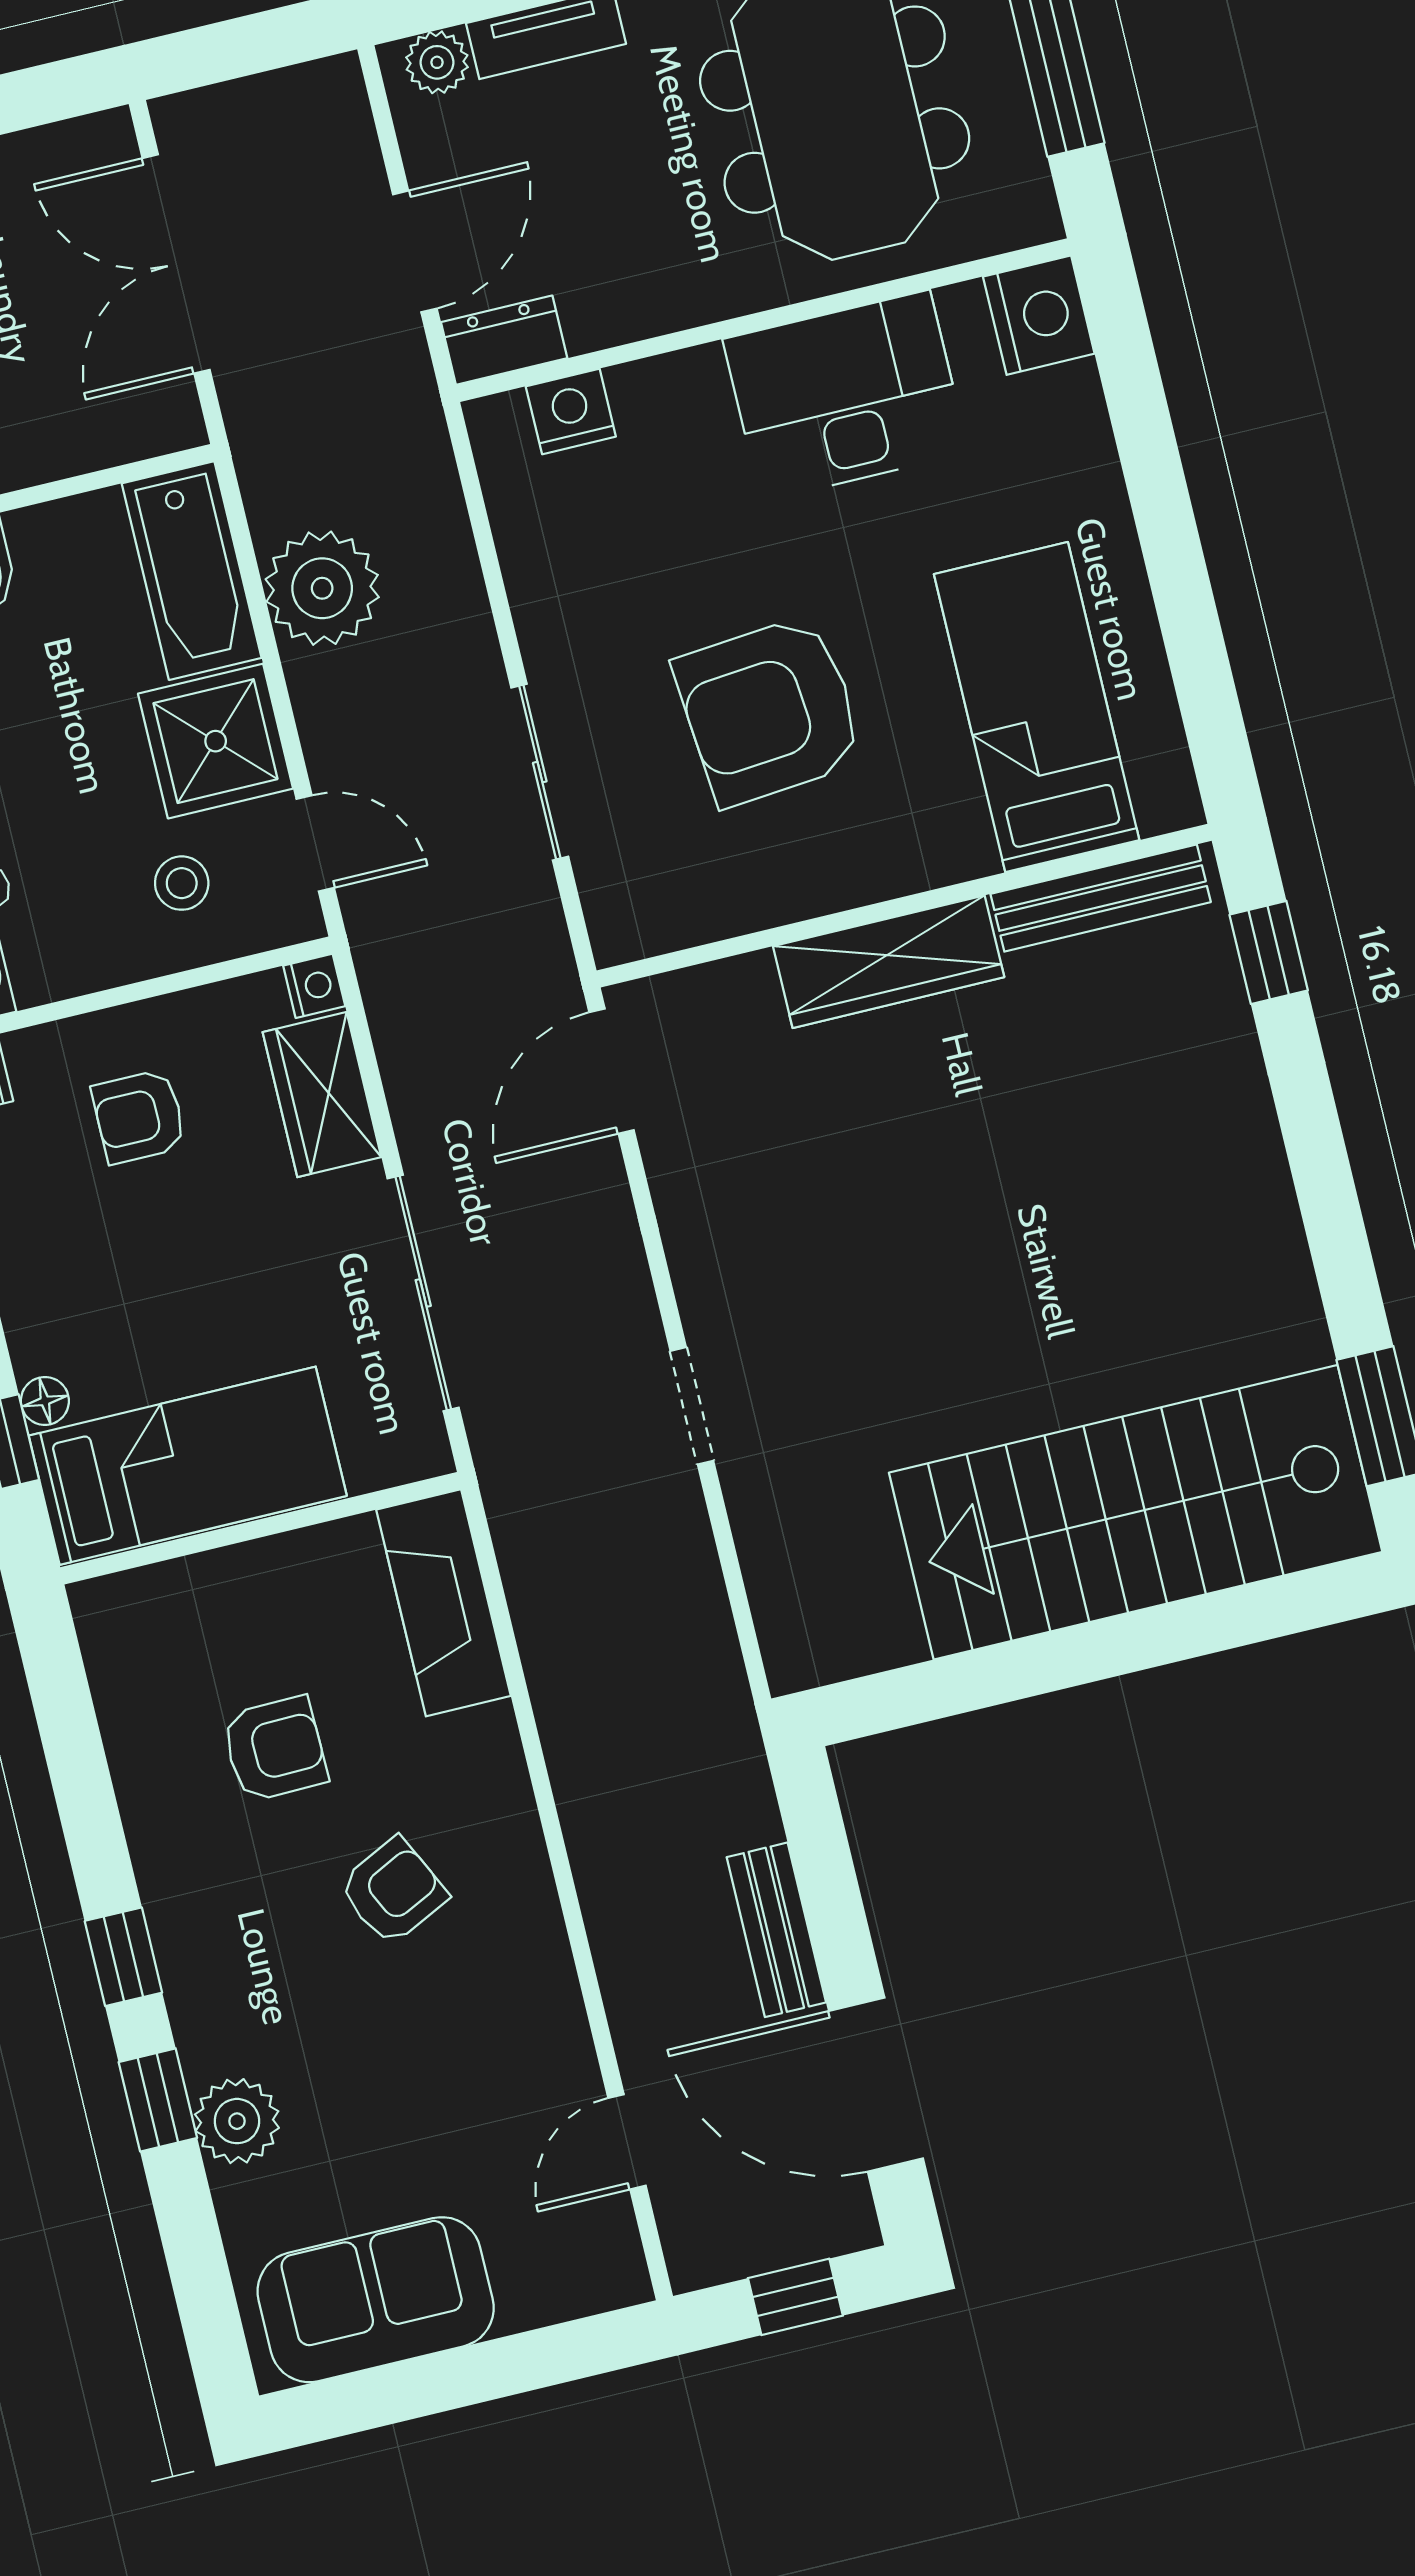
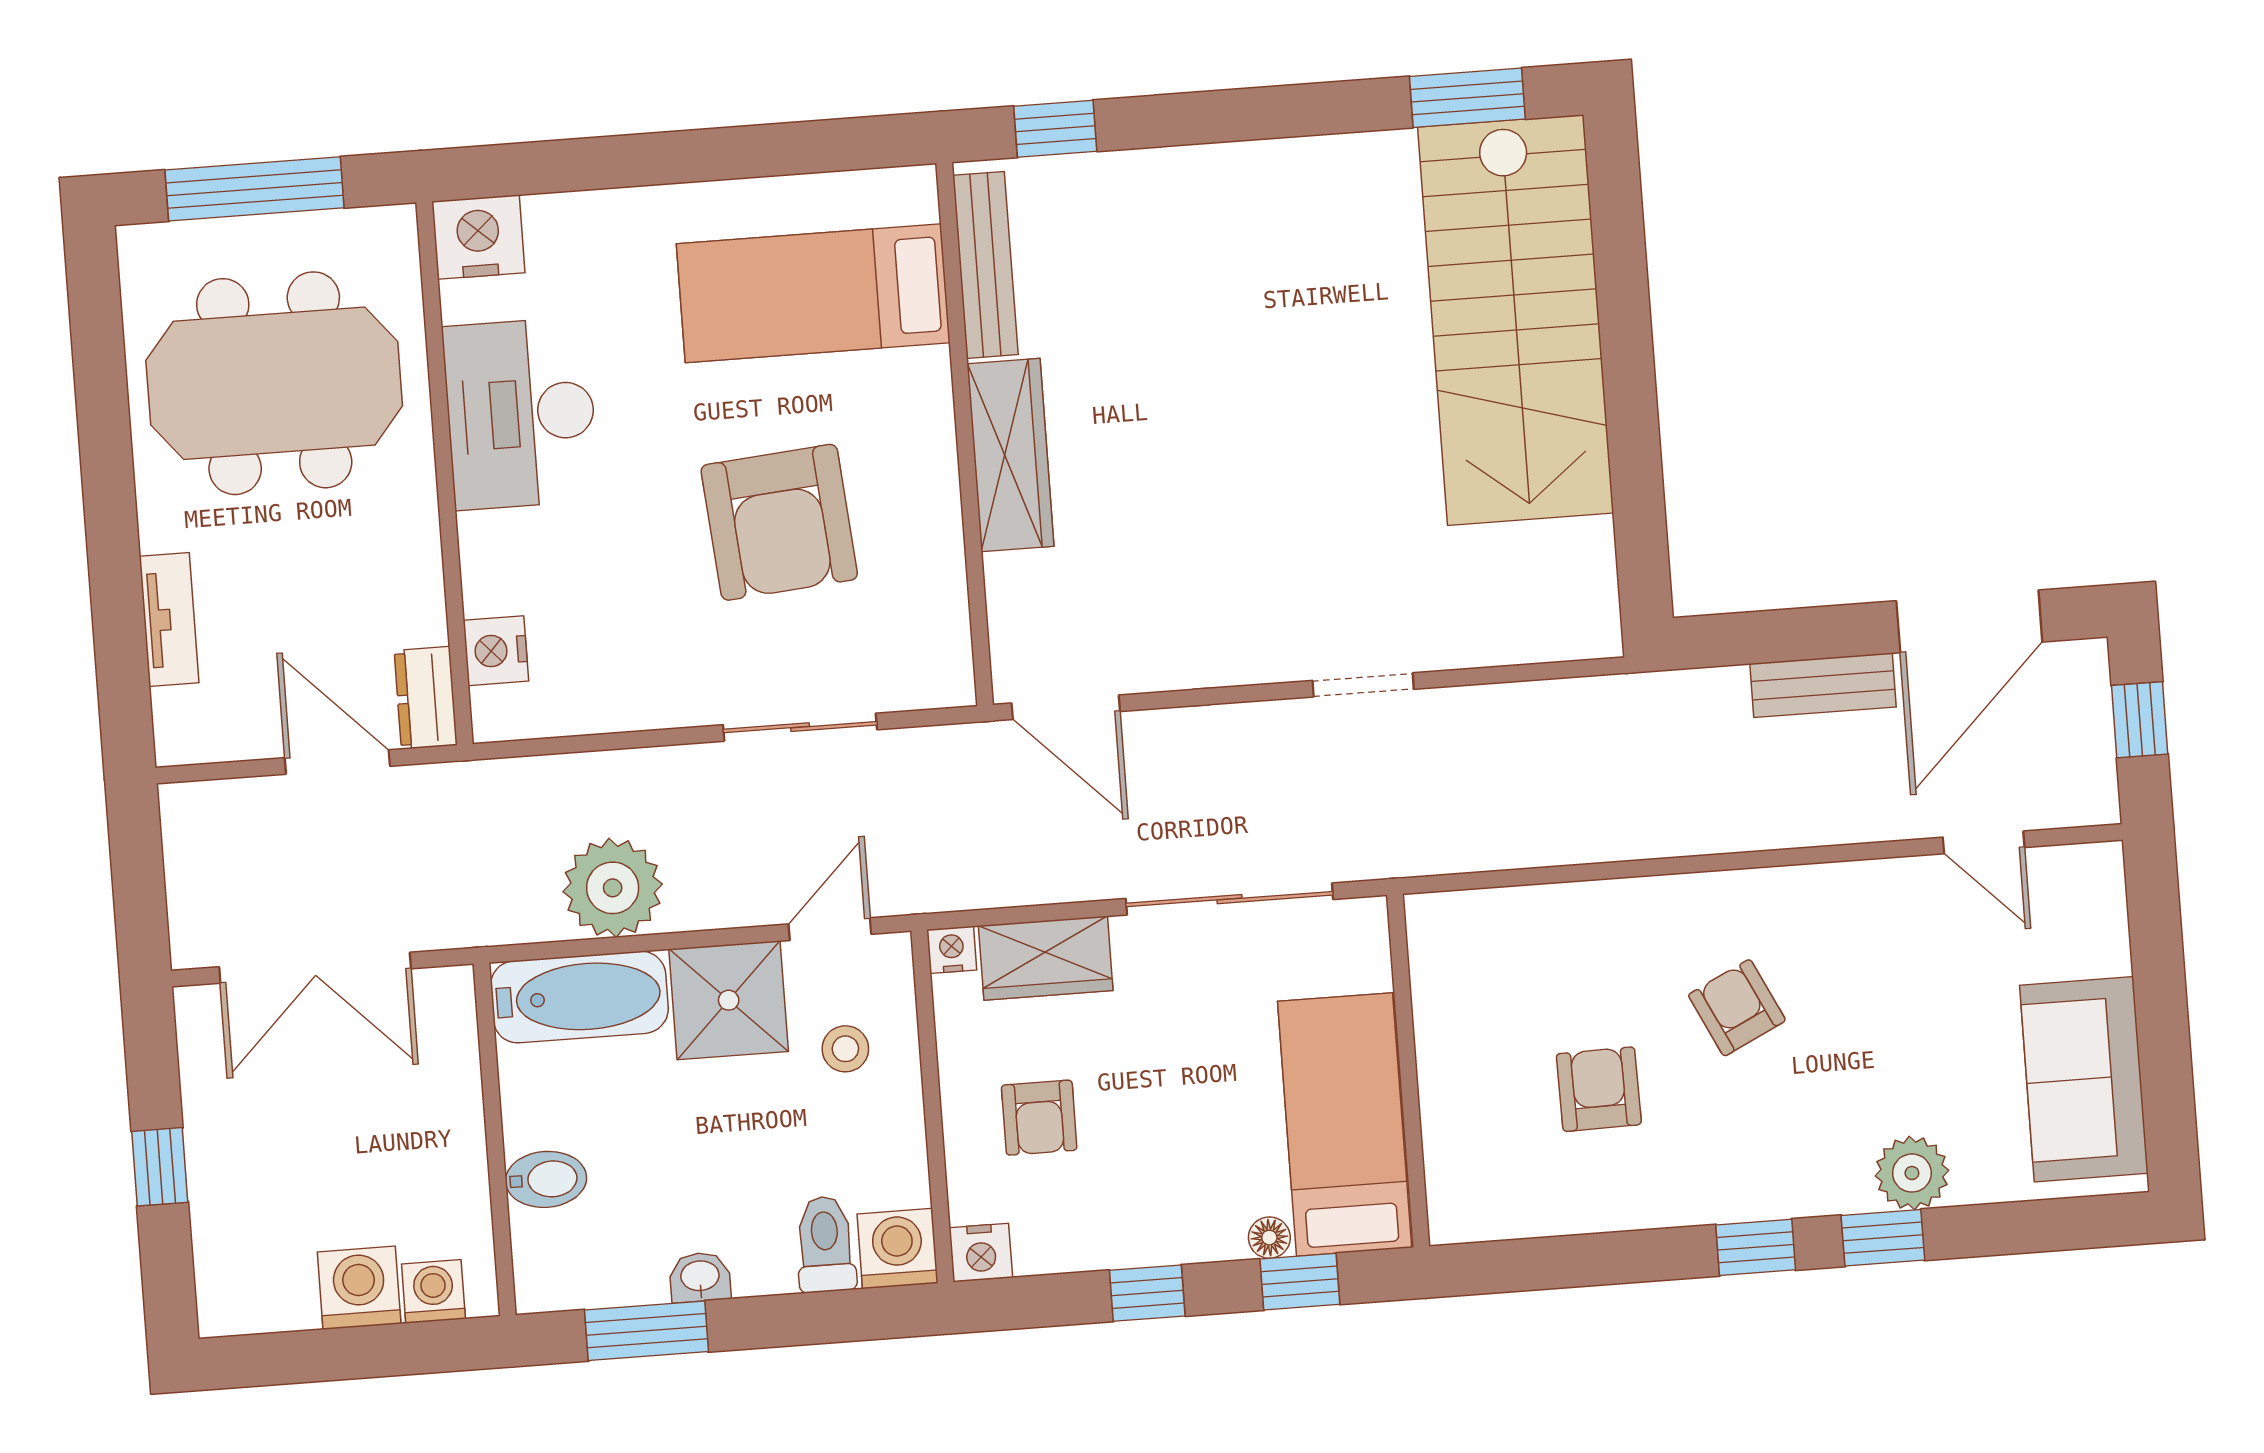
plant: (437, 62) -> (179, 717), removed
fireplace: (444, 1603) -> (1497, 925), removed

